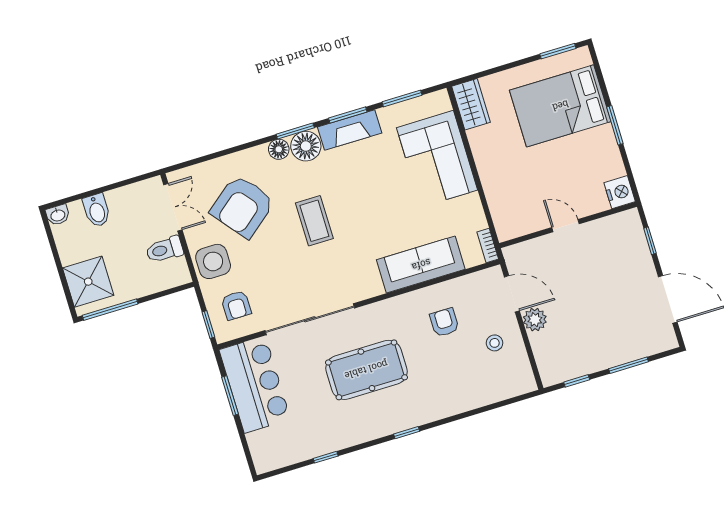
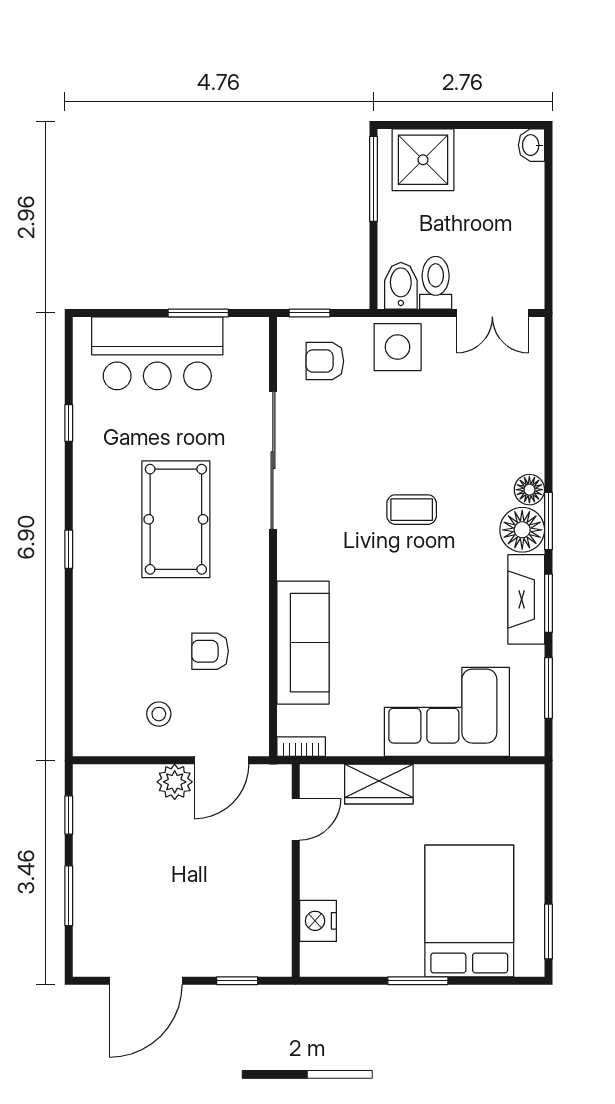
wardrobe: (471, 104) -> (379, 784), moved
nightstand: (620, 192) -> (318, 921), moved, turned 90
armchair: (242, 206) -> (464, 413), removed
bidet: (97, 210) -> (401, 286), moved, turned 90
coffee table: (314, 221) -> (412, 510), width x0.73, depth x0.77
door: (565, 226) -> (296, 819), moved
armchair: (444, 322) -> (210, 651), turned 180
bar counter: (255, 384) -> (157, 353), moved

